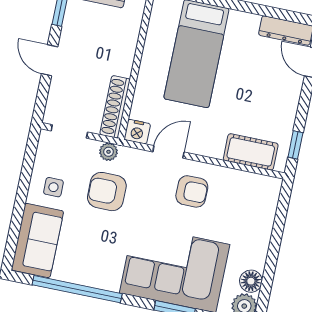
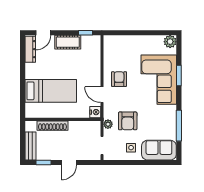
shoe rack: (115, 107) -> (52, 126), moved
cot: (251, 152) -> (68, 42), moved, turned 90
floor lamp: (251, 281) -> (157, 41), removed
window: (77, 289) -> (179, 126), width x0.68

